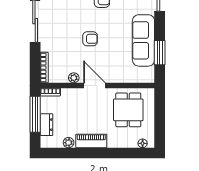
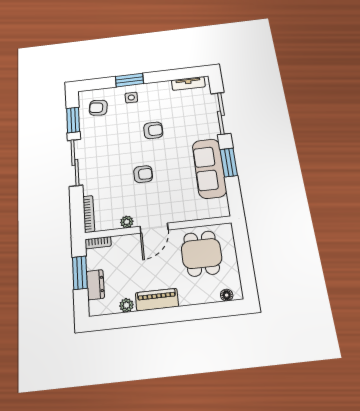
window: (160, 53) -> (229, 163), moved
door: (94, 86) -> (154, 228), swing flipped
window: (35, 114) -> (80, 273), width x0.69

